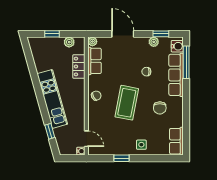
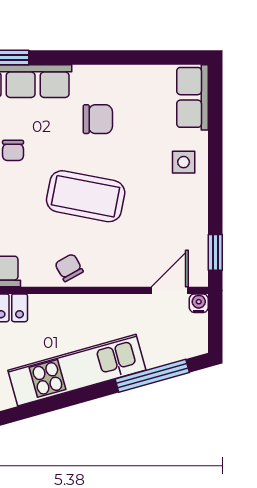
window: (50, 131) -> (152, 376), width x2.17
row of seats: (176, 141) -> (193, 97), moved, turned 90
window: (121, 158) -> (215, 252), moved

